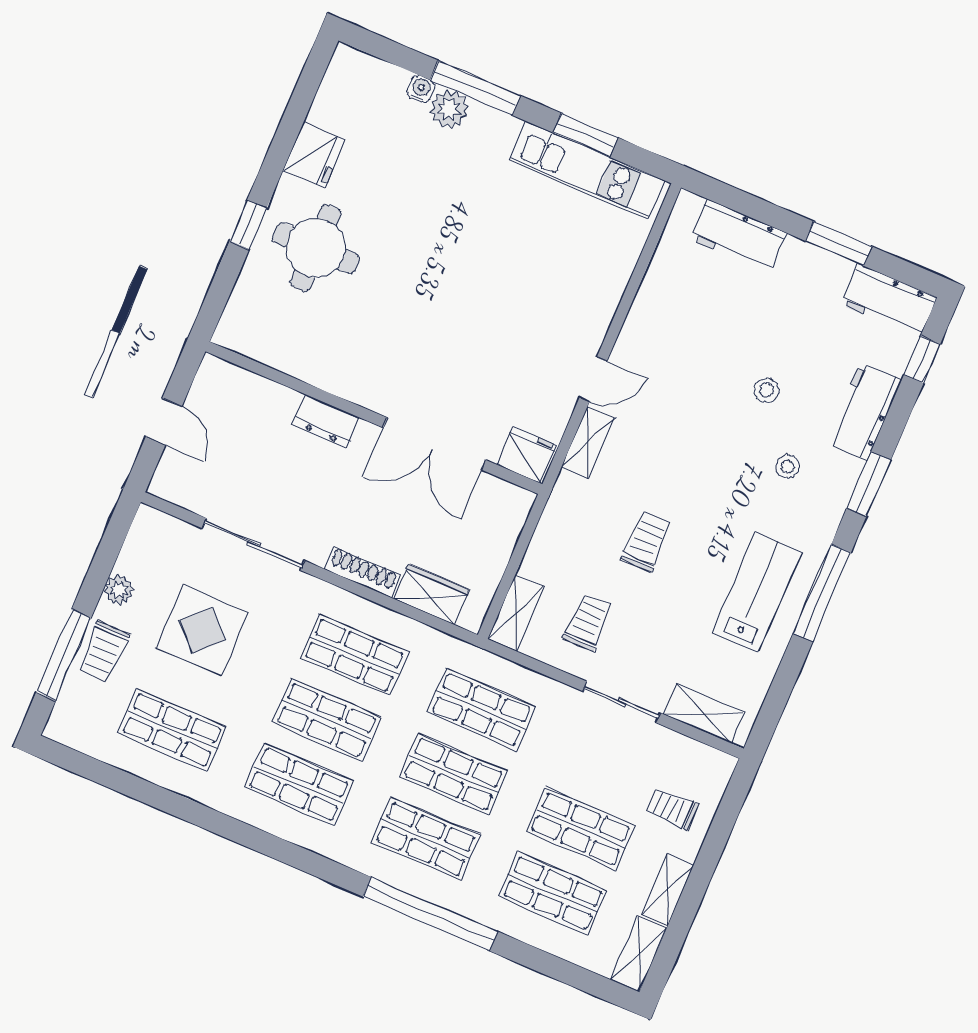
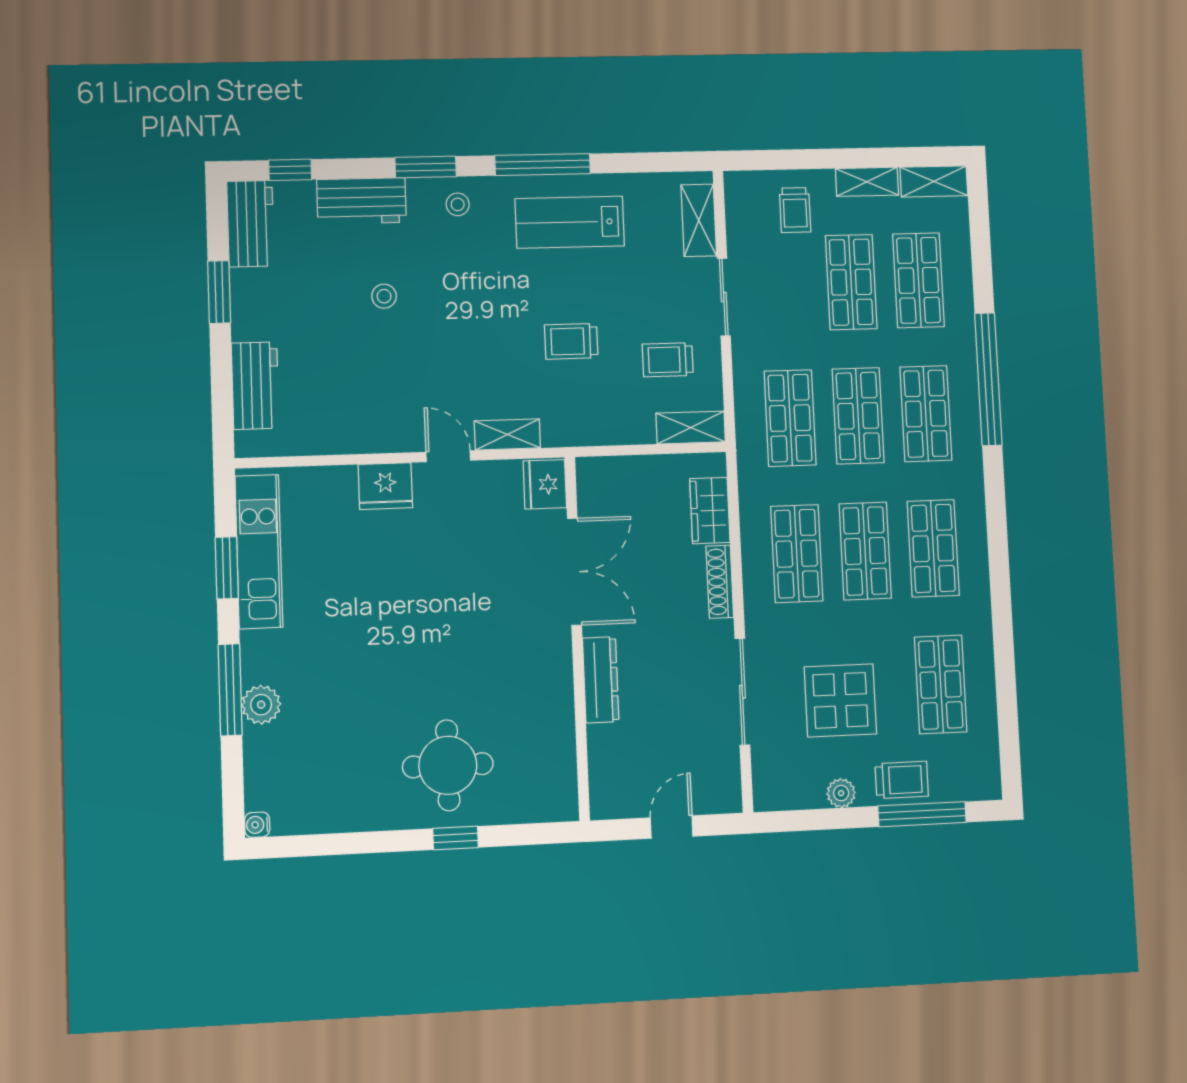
water cooler: (421, 89) -> (257, 825), moved
fridge: (314, 155) -> (385, 486), moved, turned 180
dresser: (326, 421) -> (601, 680), width x1.44
stool: (788, 467) -> (458, 204), moved

